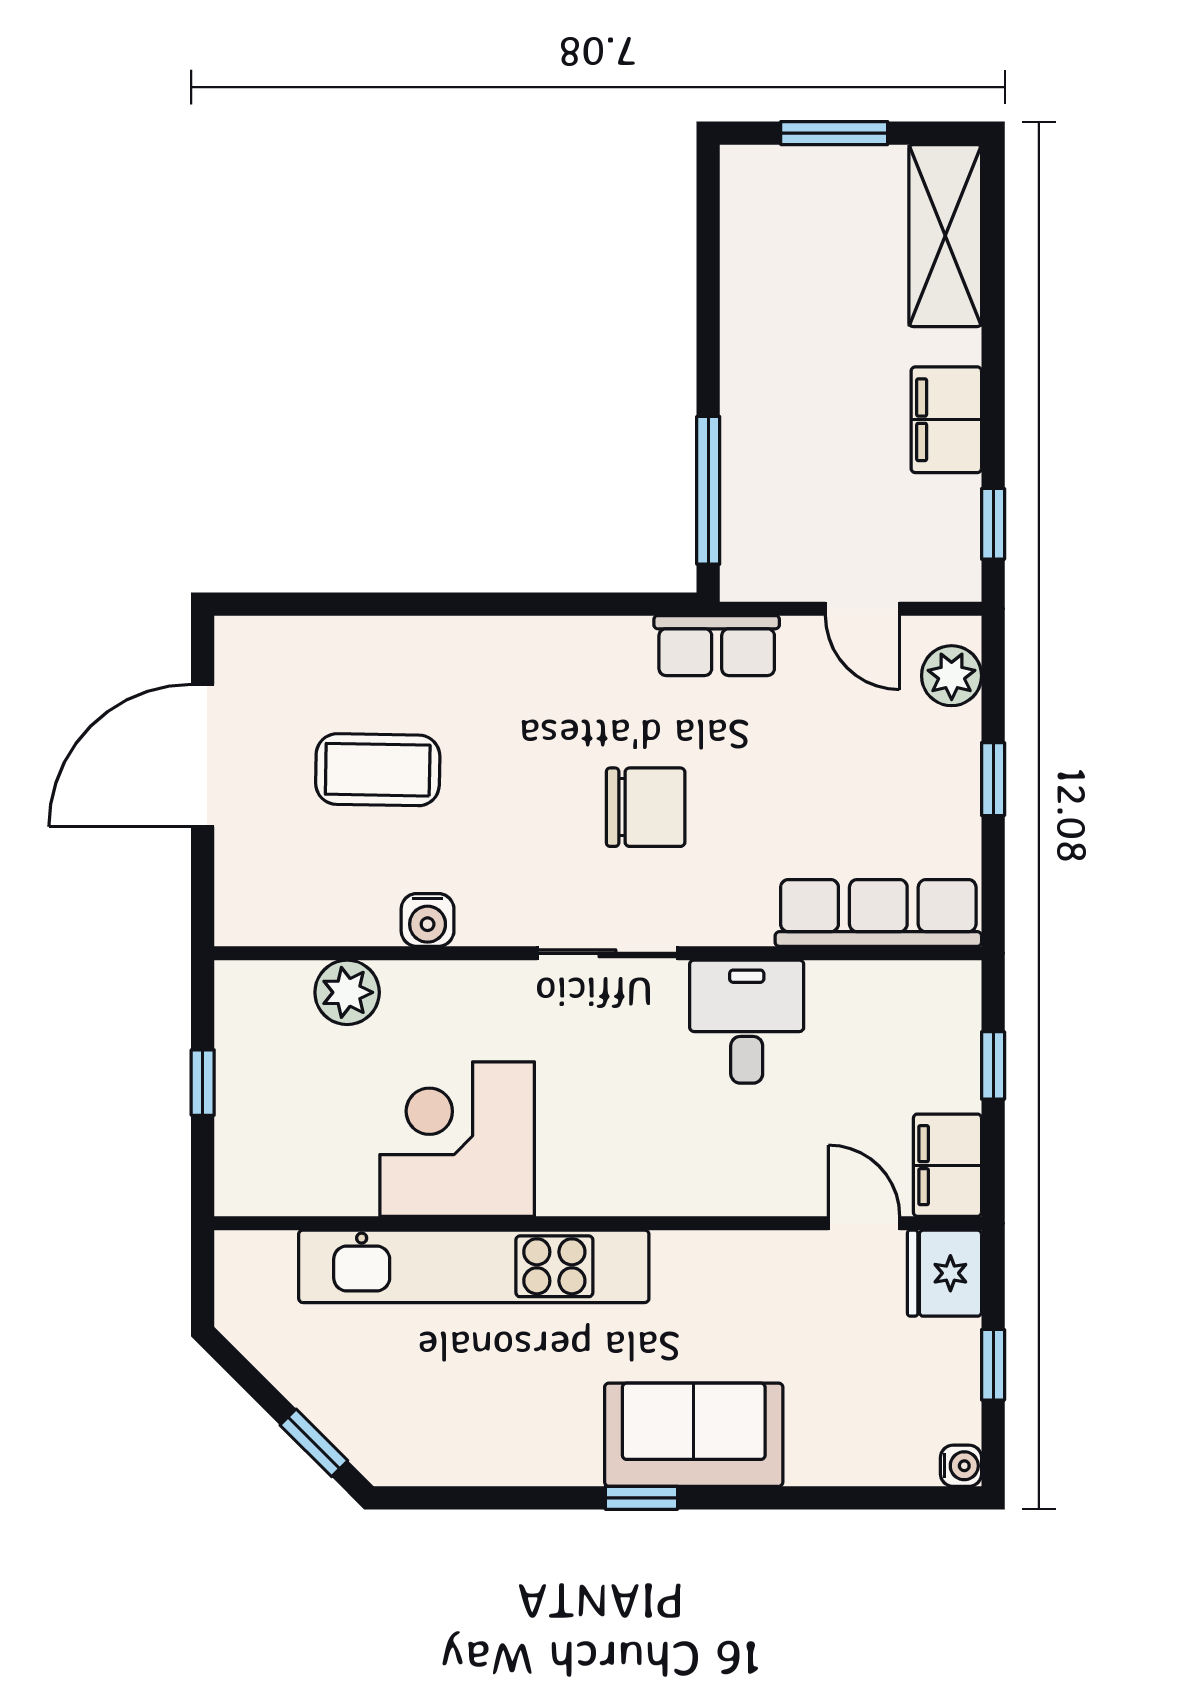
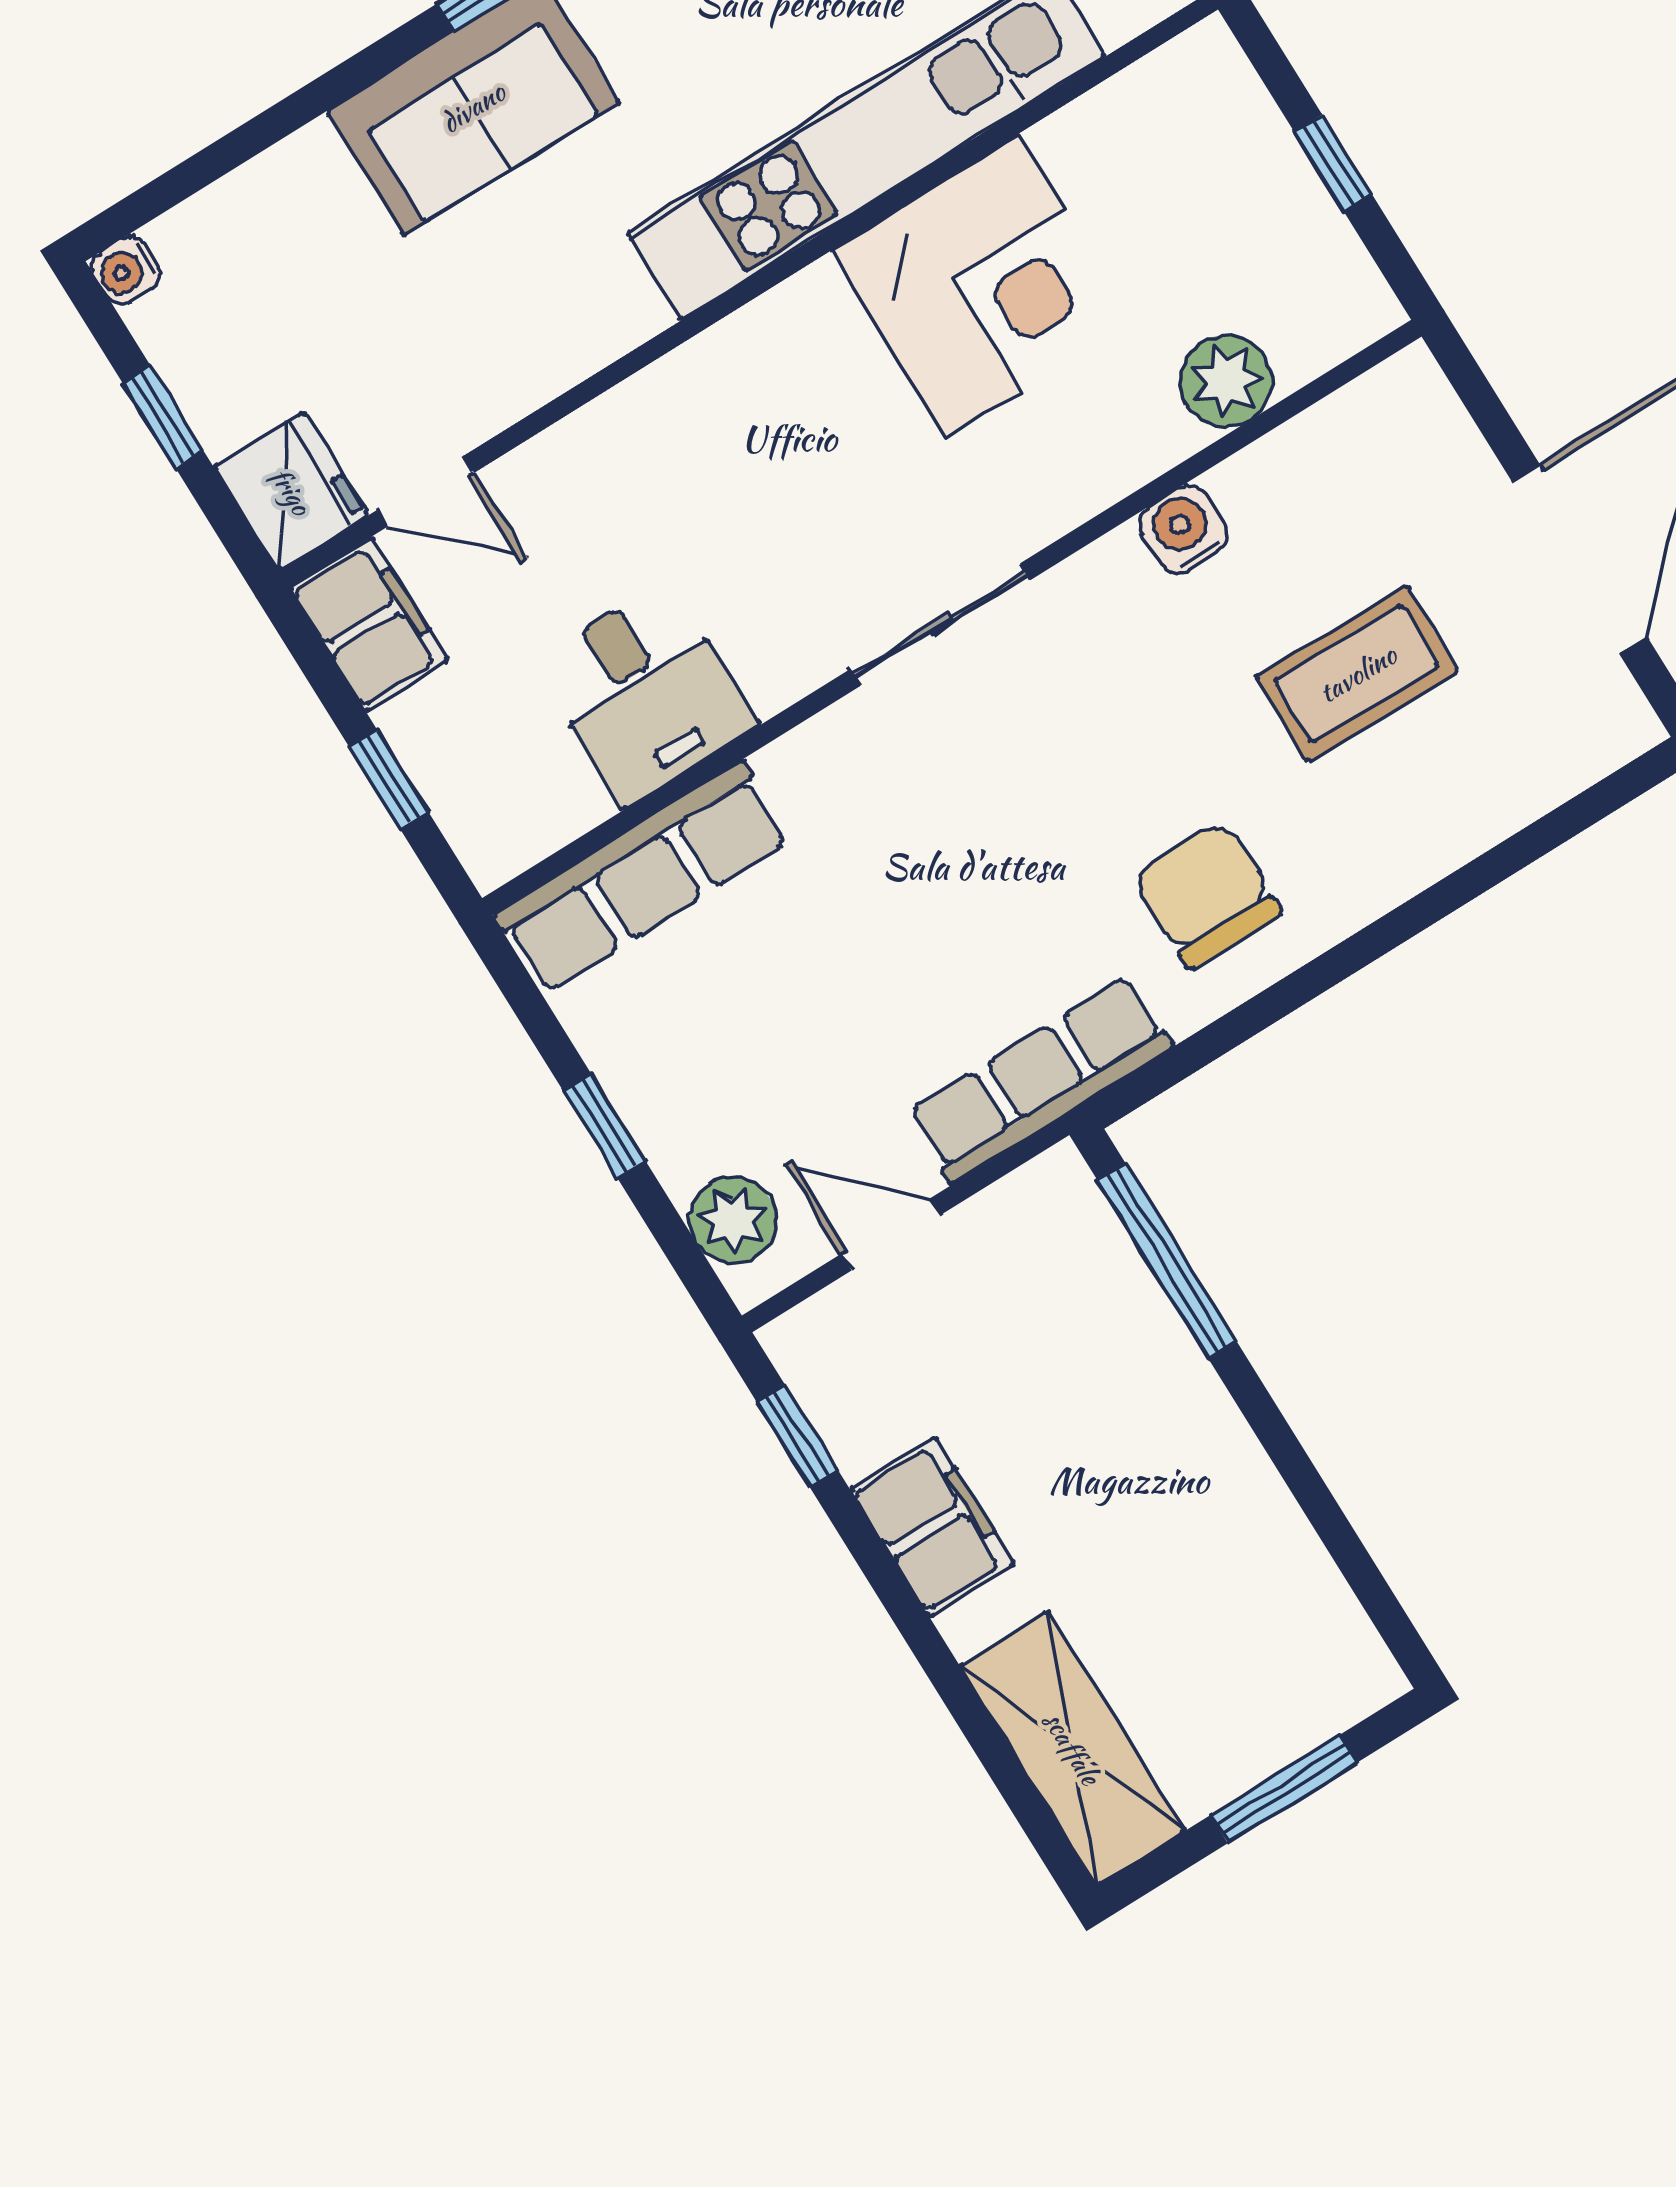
row of seats: (717, 646) -> (1040, 1080), width x1.48
chair: (646, 807) -> (1207, 894), moved, turned 90
desk: (747, 1022) -> (645, 693), moved

